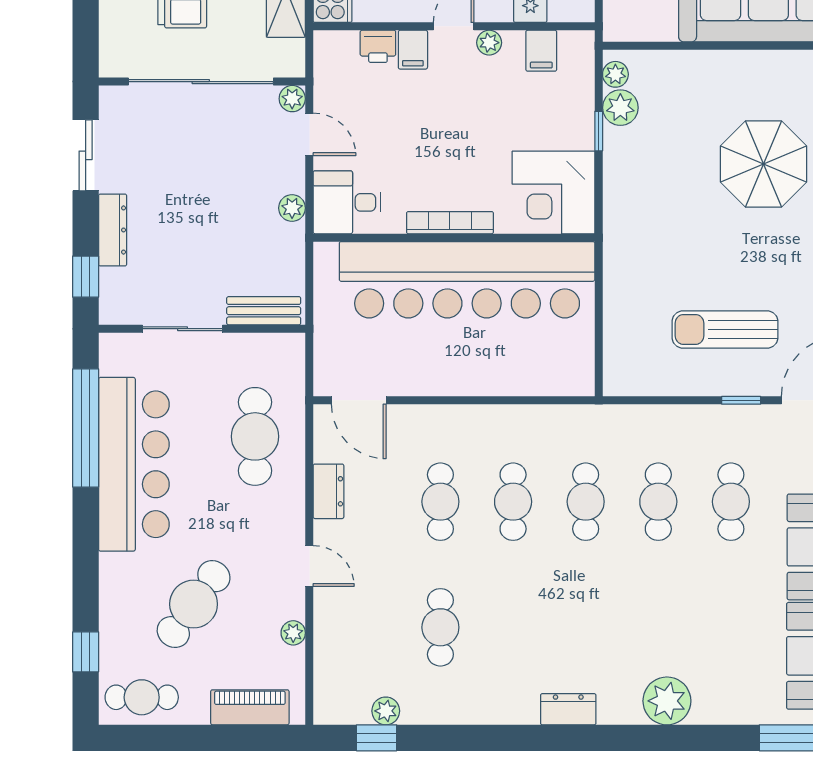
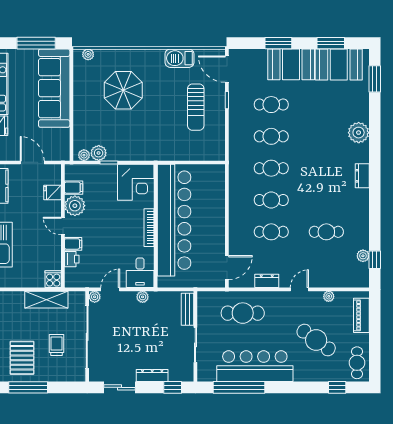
plant: (489, 43) -> (75, 206), width x1.88, depth x1.88

